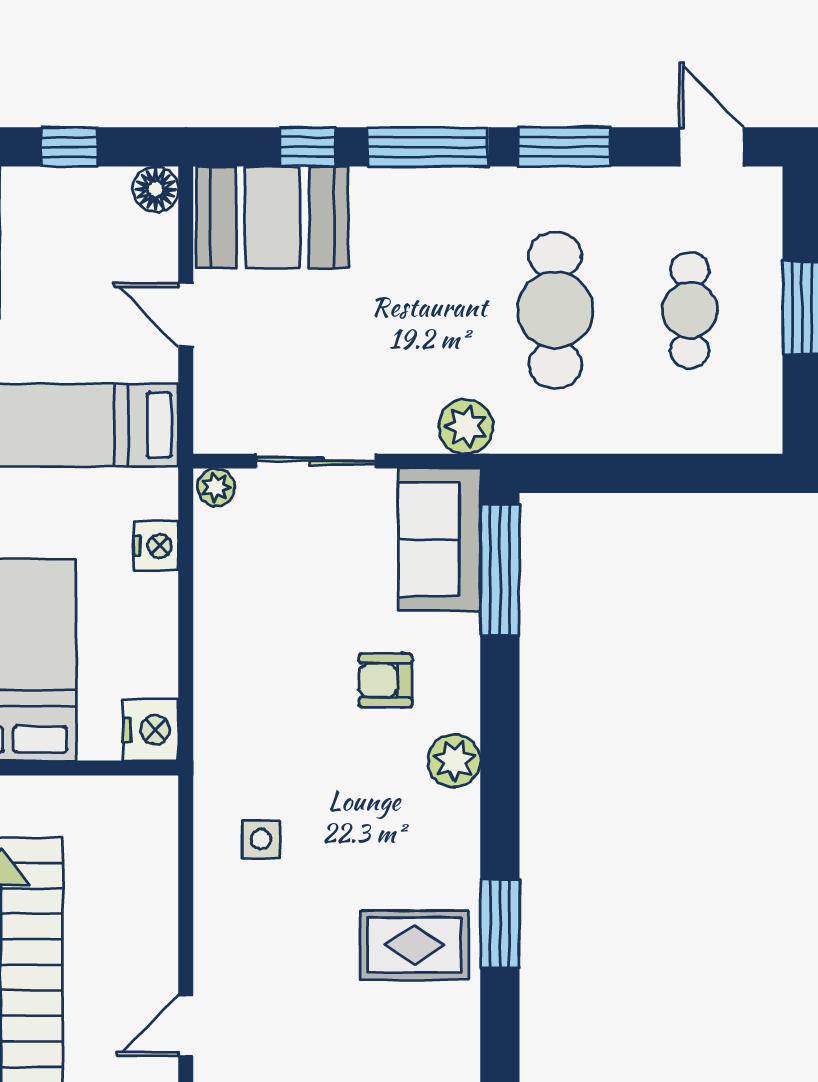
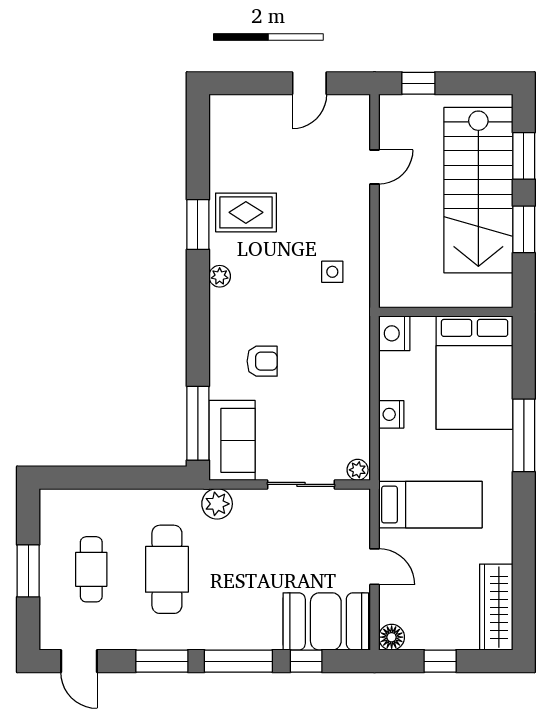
nightstand: (156, 546) -> (391, 414), moved
plant: (454, 761) -> (220, 276), moved, width x0.73, depth x0.73

